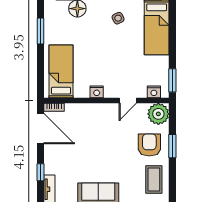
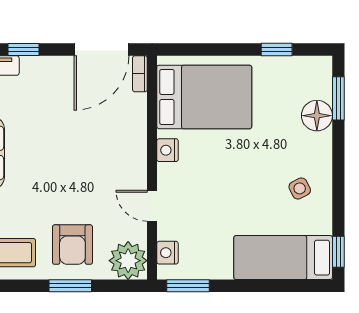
window: (41, 31) -> (277, 50), width x0.67
bed: (61, 71) -> (204, 97), width x1.50
armchair: (149, 145) -> (72, 245), turned 90

